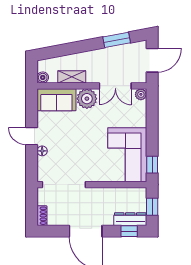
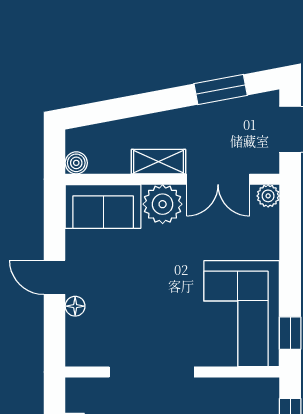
shelving: (72, 77) -> (158, 162), moved
doorway: (64, 185) -> (152, 372), moved

